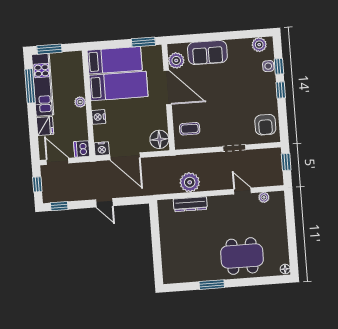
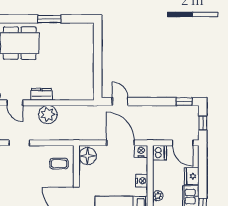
plant: (190, 182) -> (48, 114), moved
door: (104, 203) -> (120, 102), moved
dresser: (190, 204) -> (41, 94), moved, width x0.70

